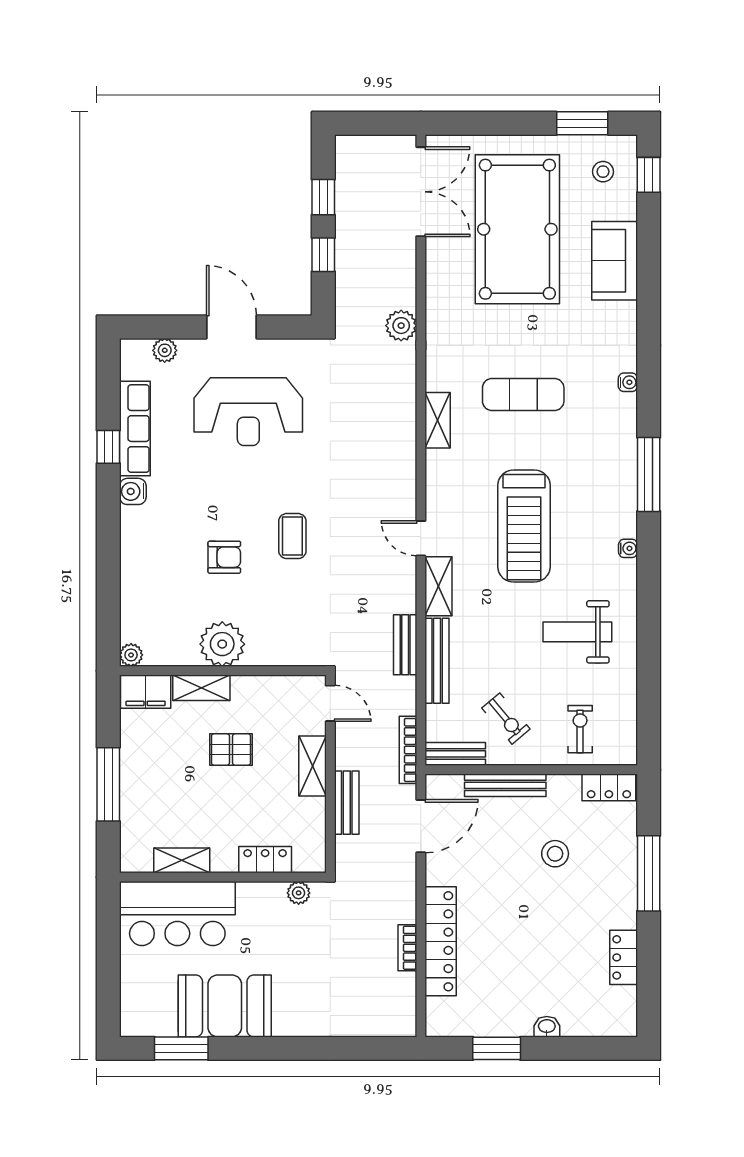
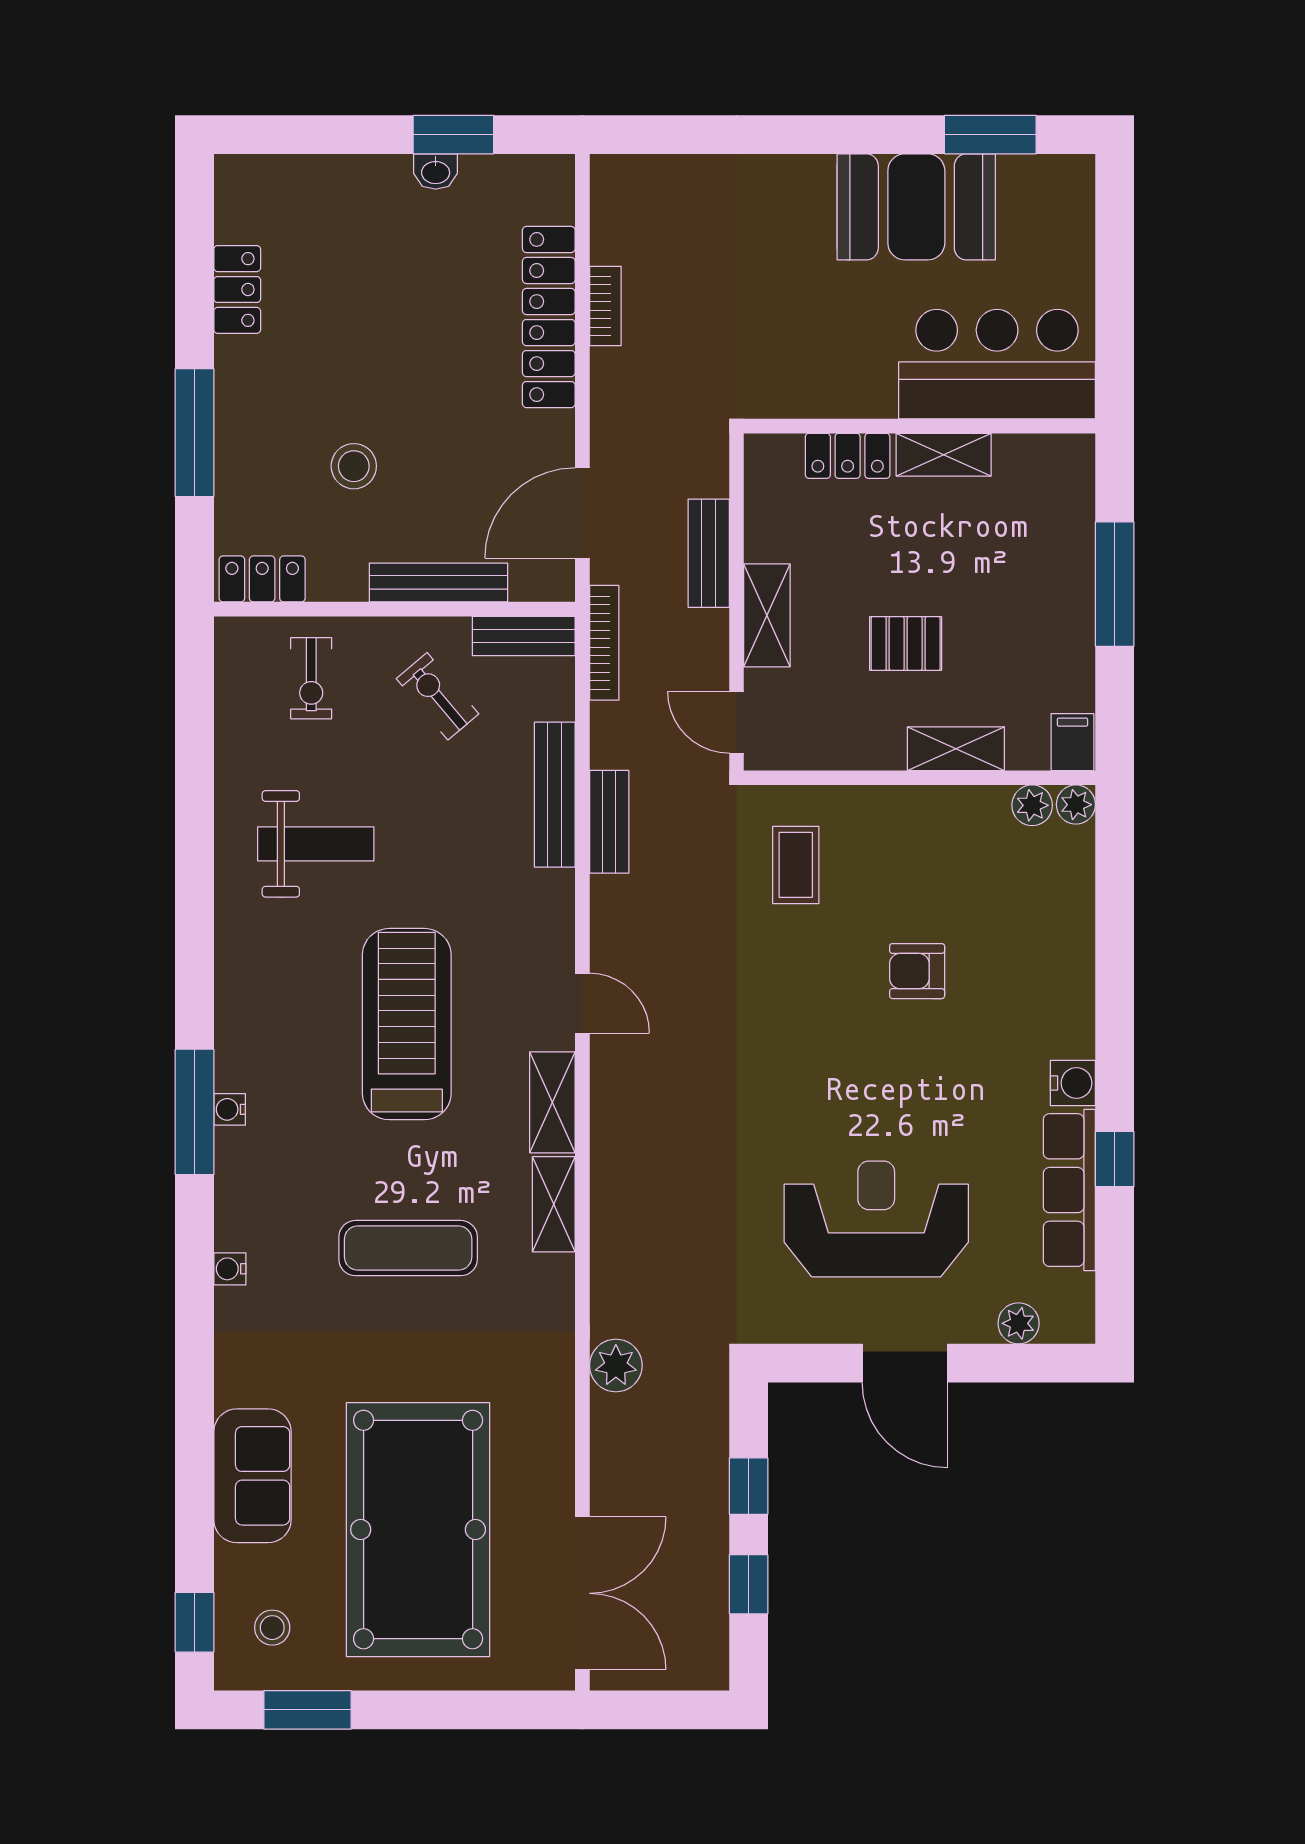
double door: (421, 192) -> (582, 1593), swing flipped
coffee table: (292, 536) -> (796, 865), moved
water cooler: (628, 548) -> (230, 1109), moved
shelving: (438, 586) -> (552, 1102), moved
plant: (222, 644) -> (1032, 805), moved, width x0.53, depth x0.53
filing cabinet: (146, 692) -> (1072, 742), width x0.50
shelving: (182, 860) -> (944, 455), moved
plant: (299, 893) -> (791, 399), removed
washbasin: (547, 1027) -> (436, 172), moved

